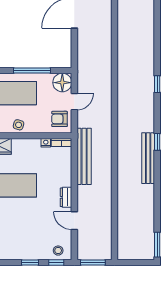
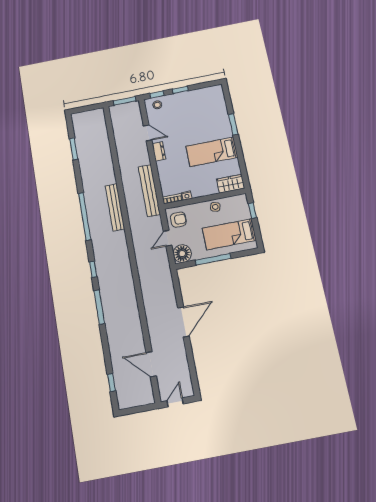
window: (157, 44) -> (99, 307), added
window: (157, 142) -> (85, 216), width x3.17
bench: (148, 158) -> (115, 207), moved
window: (157, 245) -> (74, 149), moved

